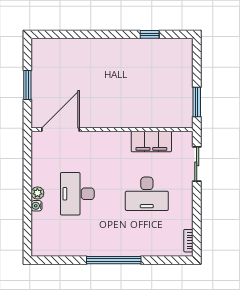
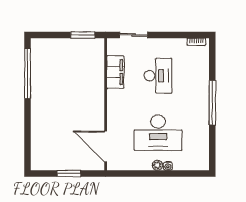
window: (150, 34) -> (28, 73), width x3.17
desk: (77, 194) -> (158, 133), width x1.36, depth x1.30

